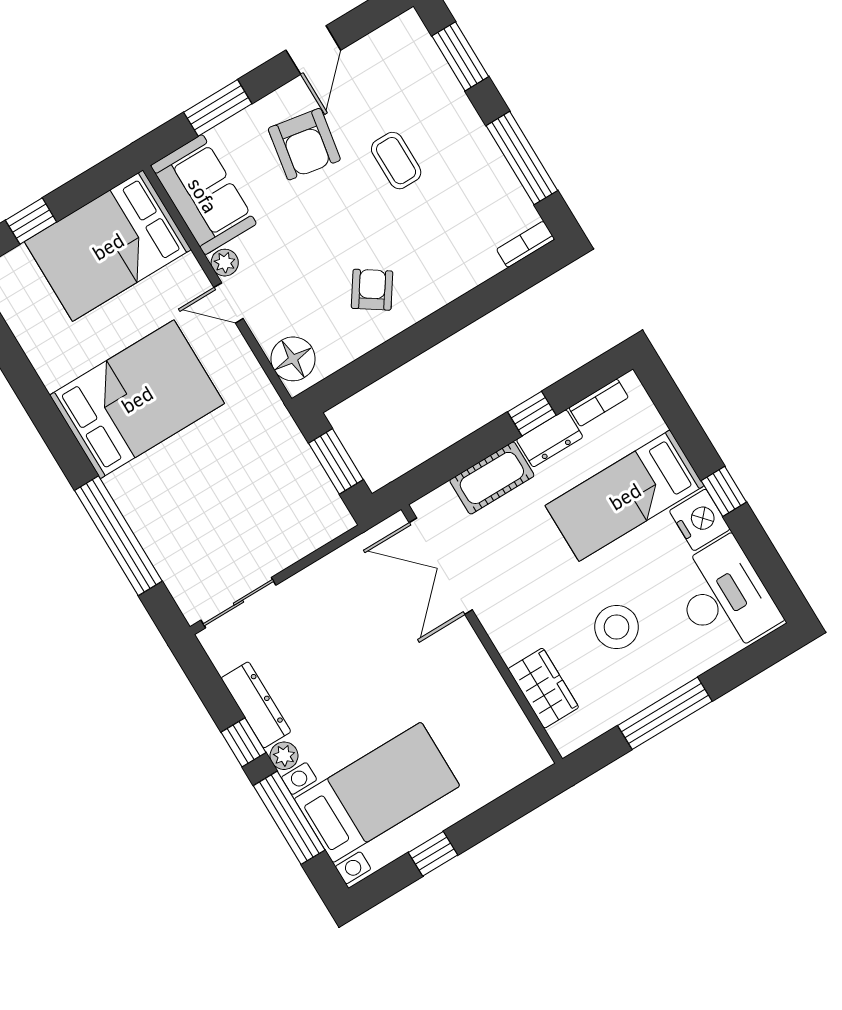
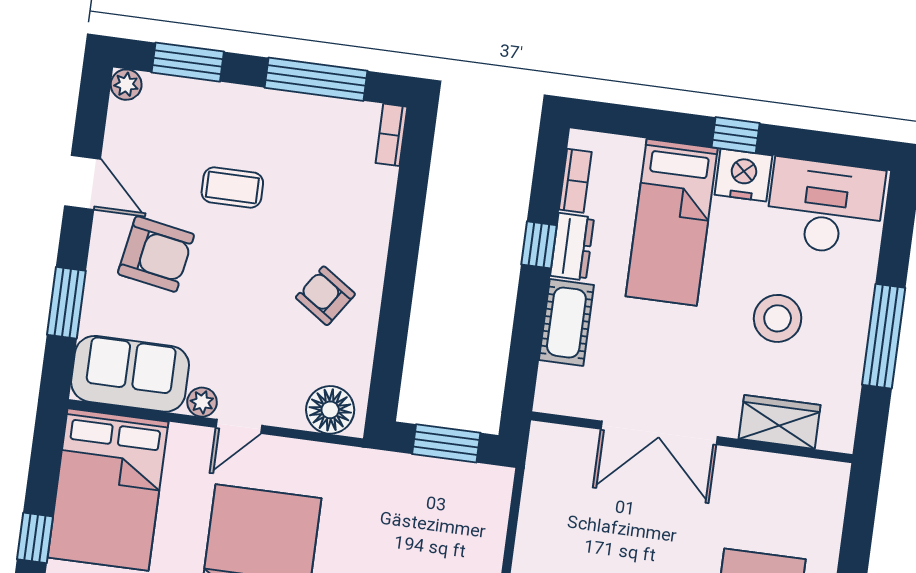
plant: (409, 25) -> (126, 85), added
double door: (441, 566) -> (659, 433), moved

